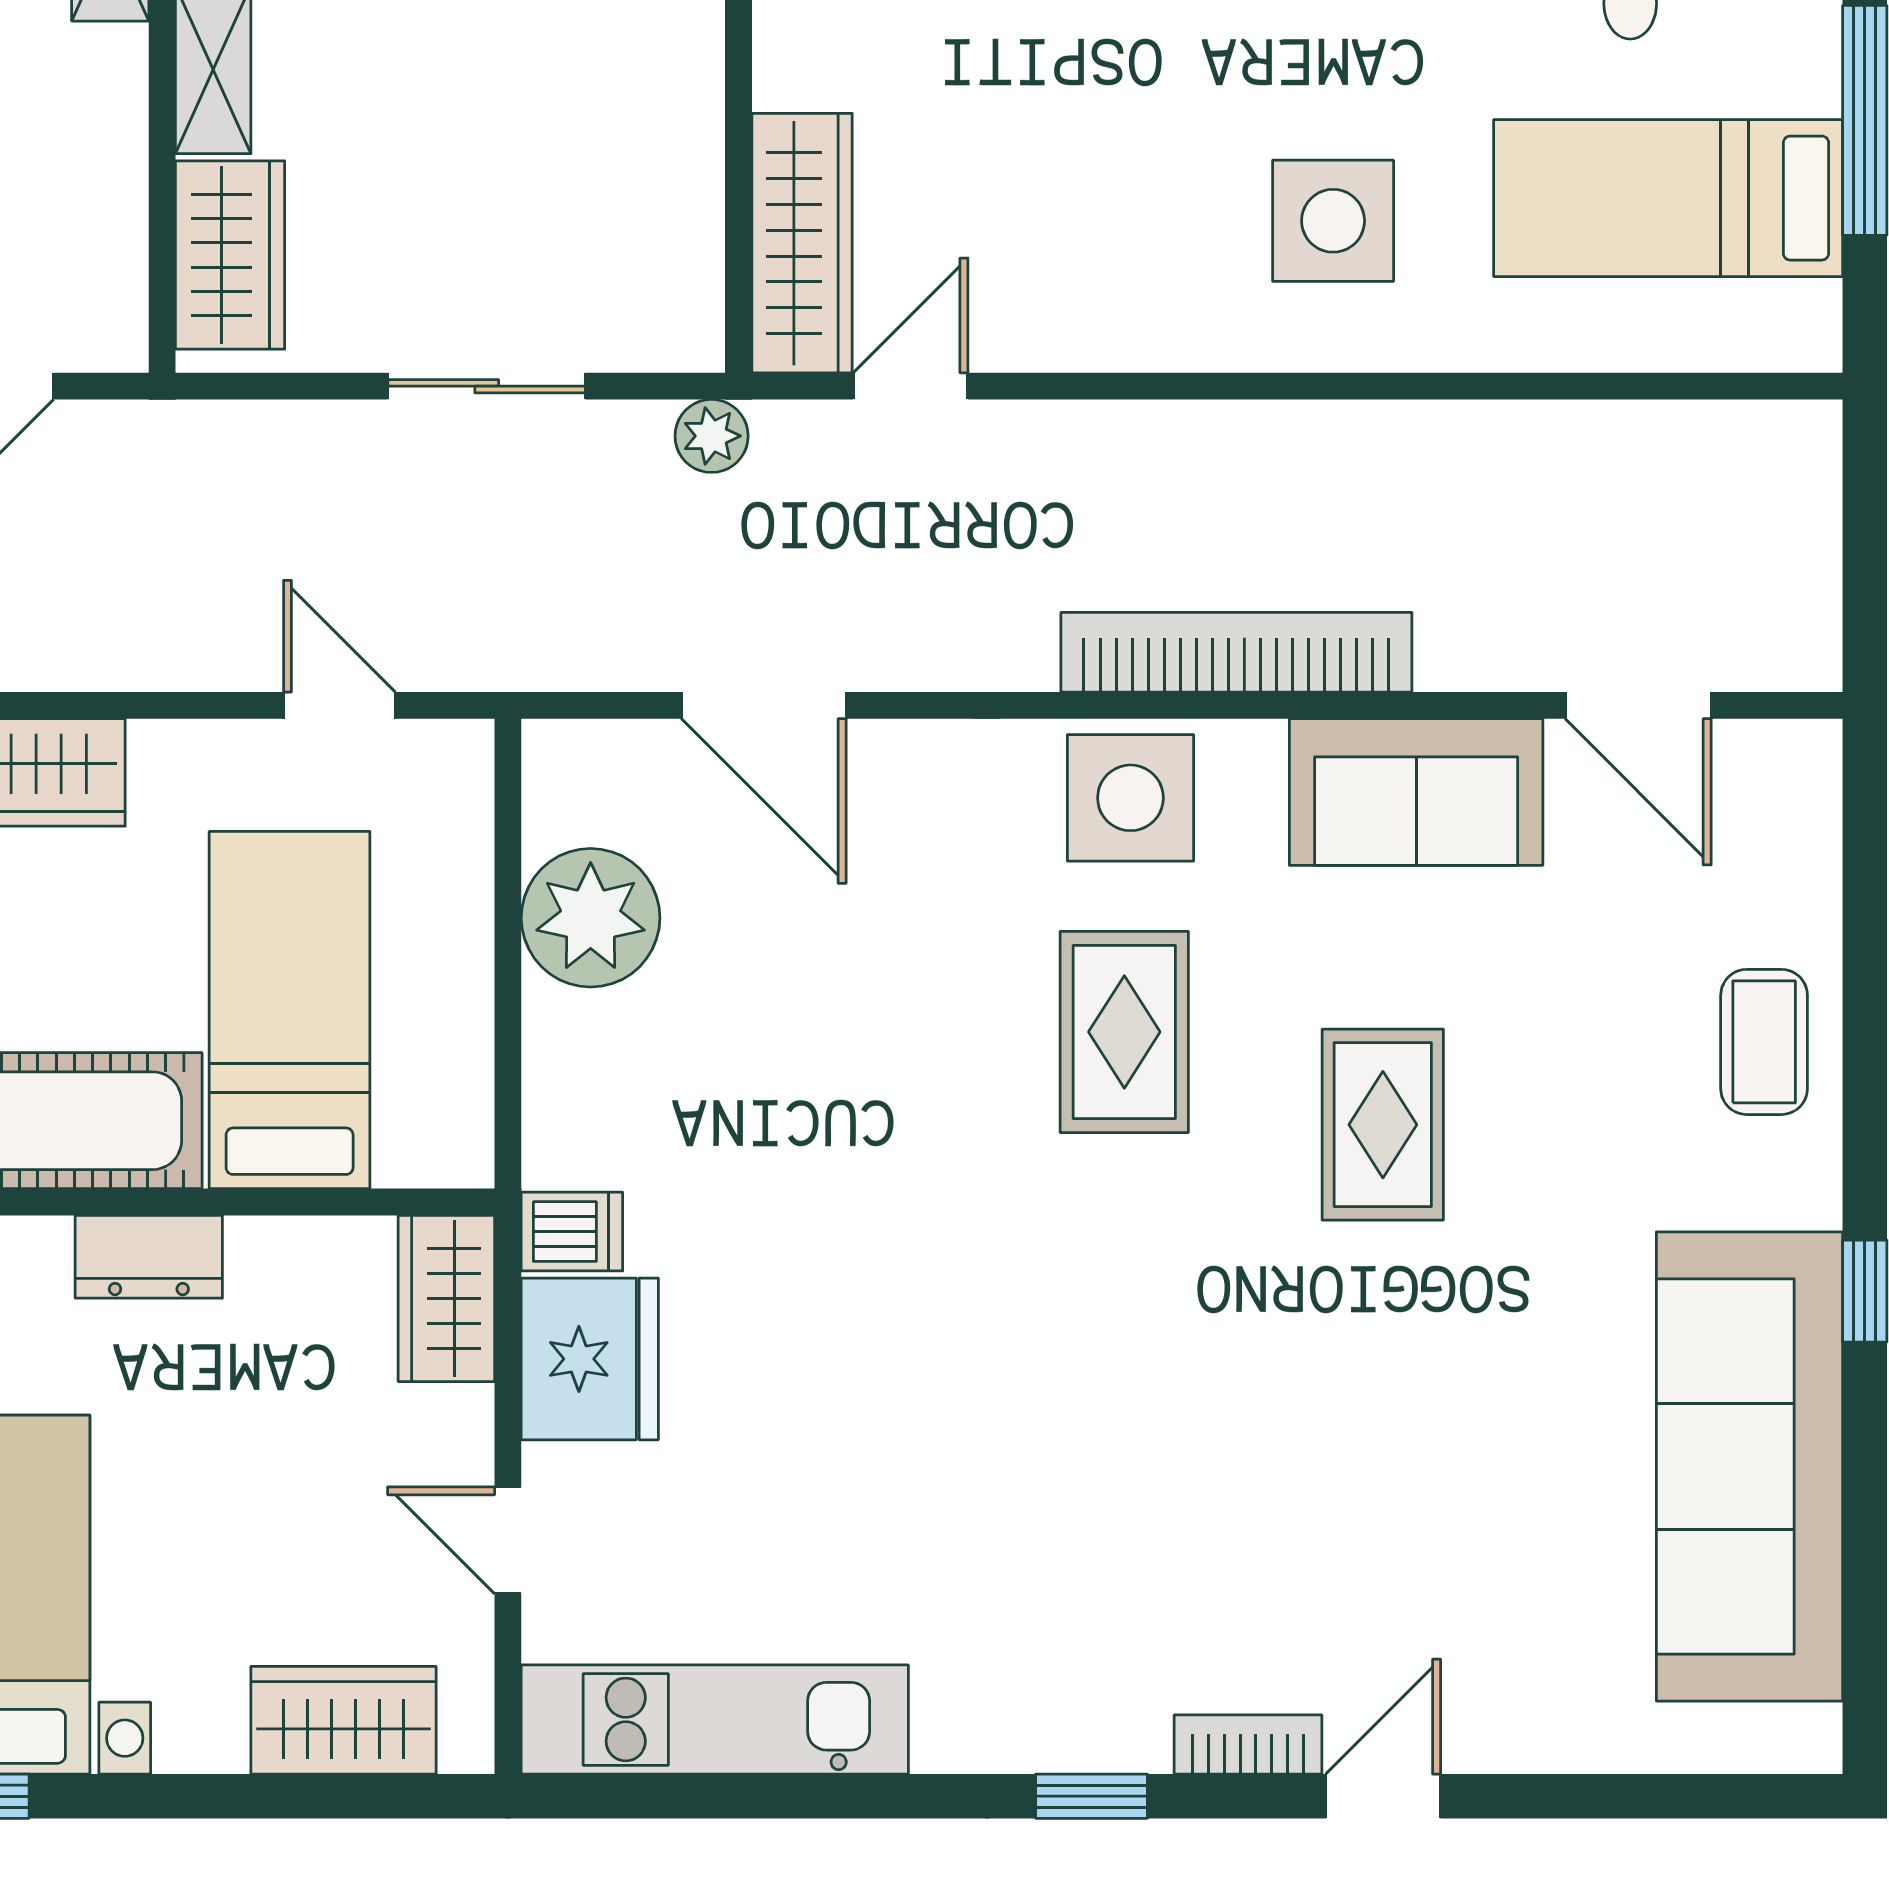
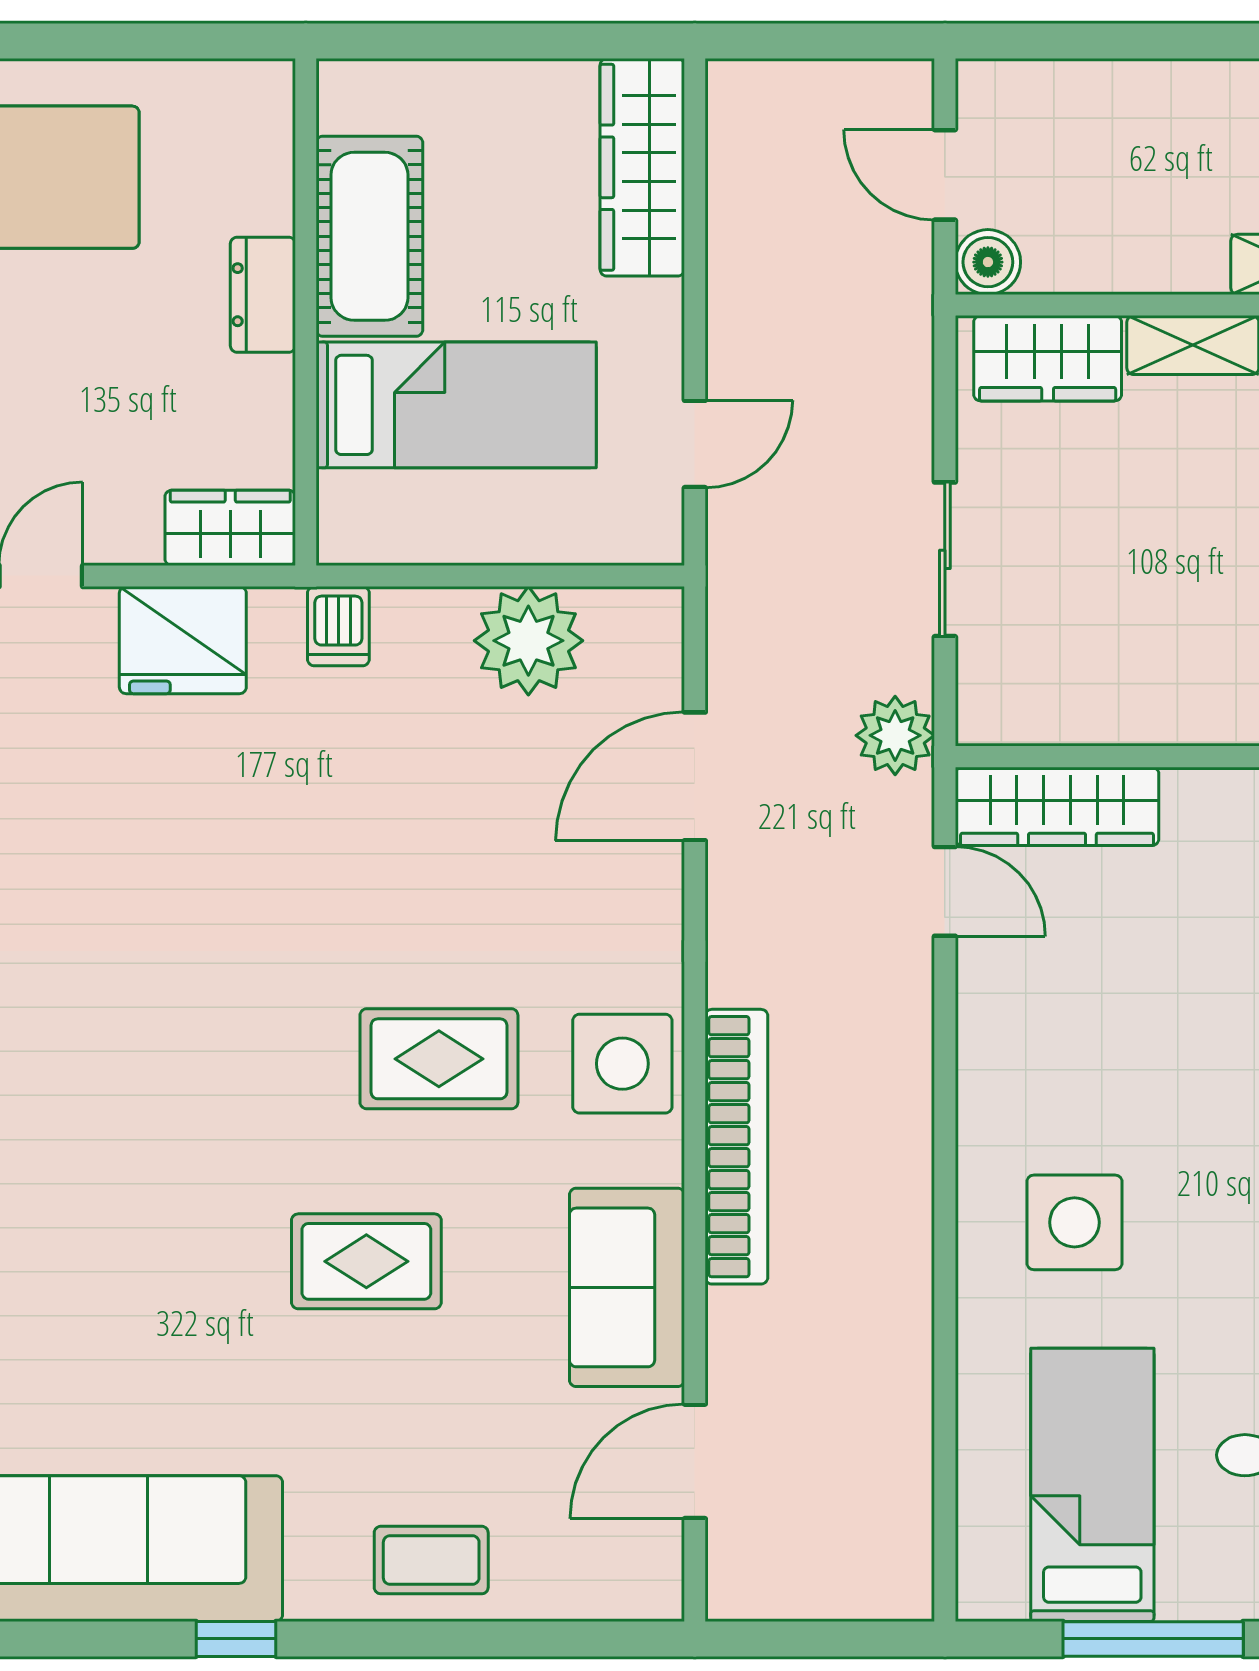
boiler: (107, 331) -> (988, 262), added
plant: (712, 436) -> (895, 735), width x1.38, depth x1.38
dishwasher: (572, 1232) -> (338, 626), moved

